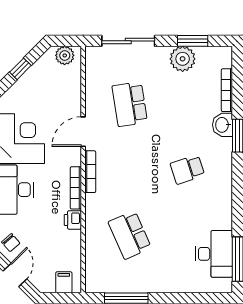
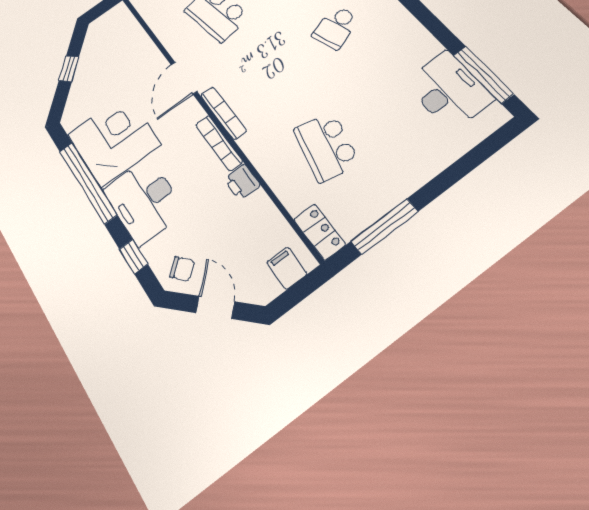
plant: (65, 55) -> (110, 21), removed
school desk: (130, 235) -> (326, 147), turned 36
locker: (93, 277) -> (319, 232), added

